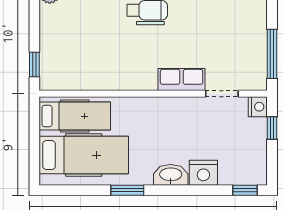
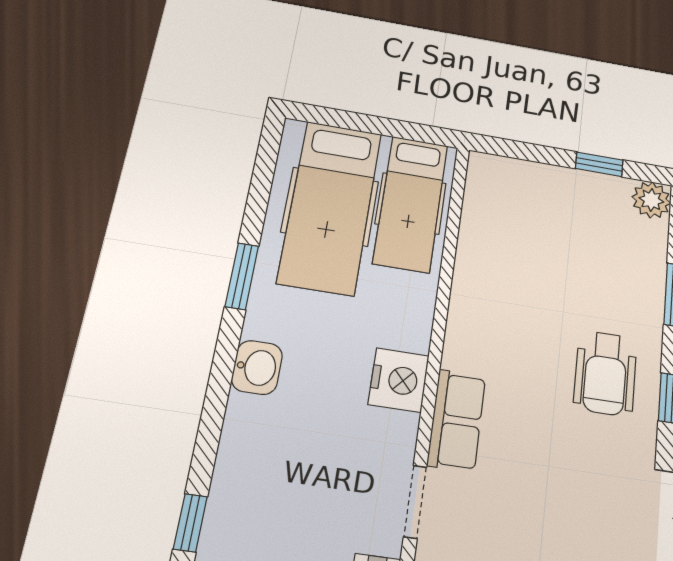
window: (34, 64) -> (599, 164), moved
nightstand: (203, 173) -> (399, 380), moved, turned 180
washbasin: (171, 175) -> (257, 367), width x0.72

